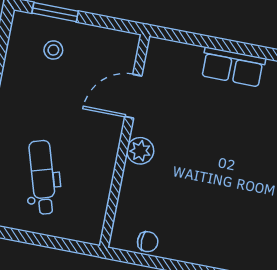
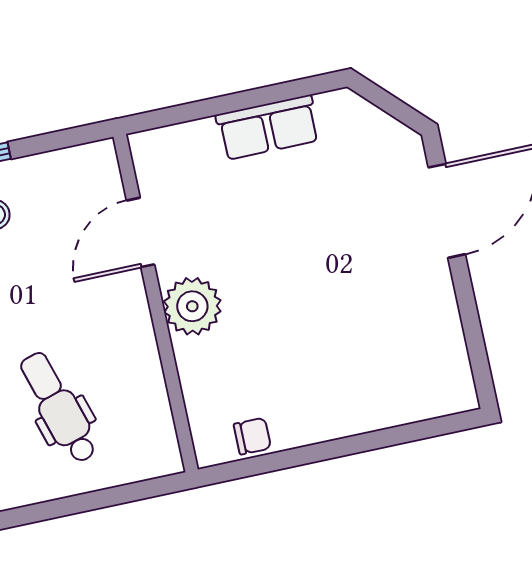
plant: (140, 151) -> (192, 306), width x1.36, depth x1.36

